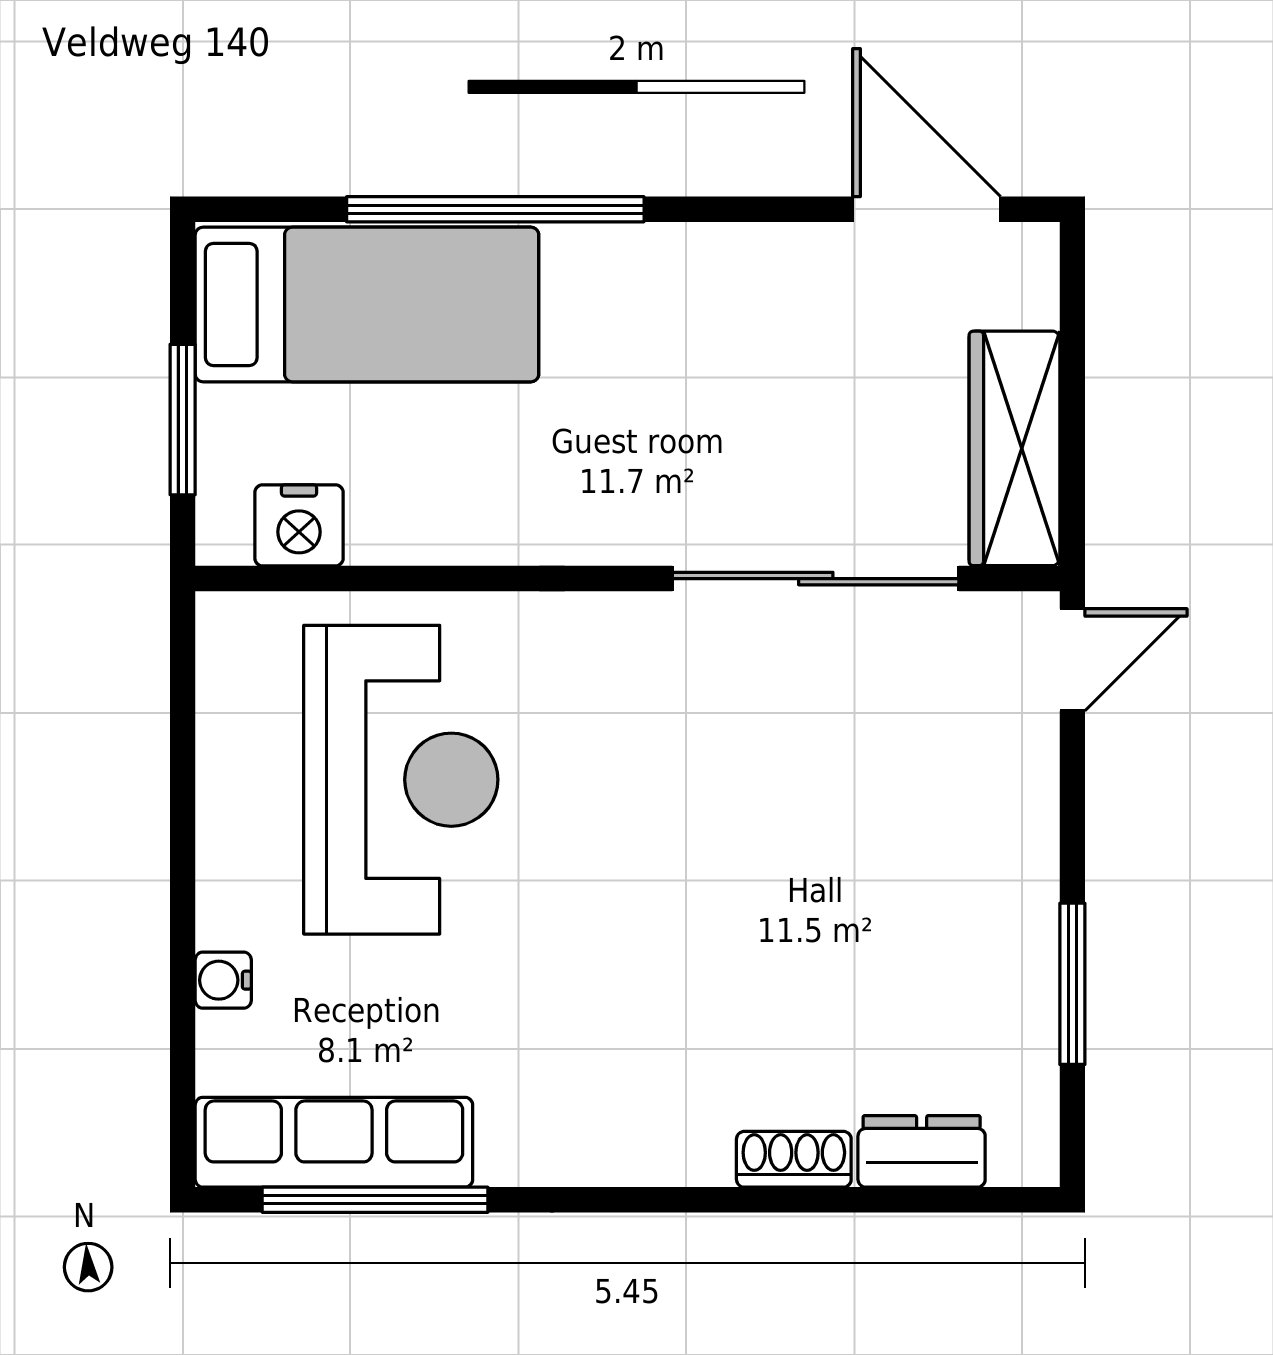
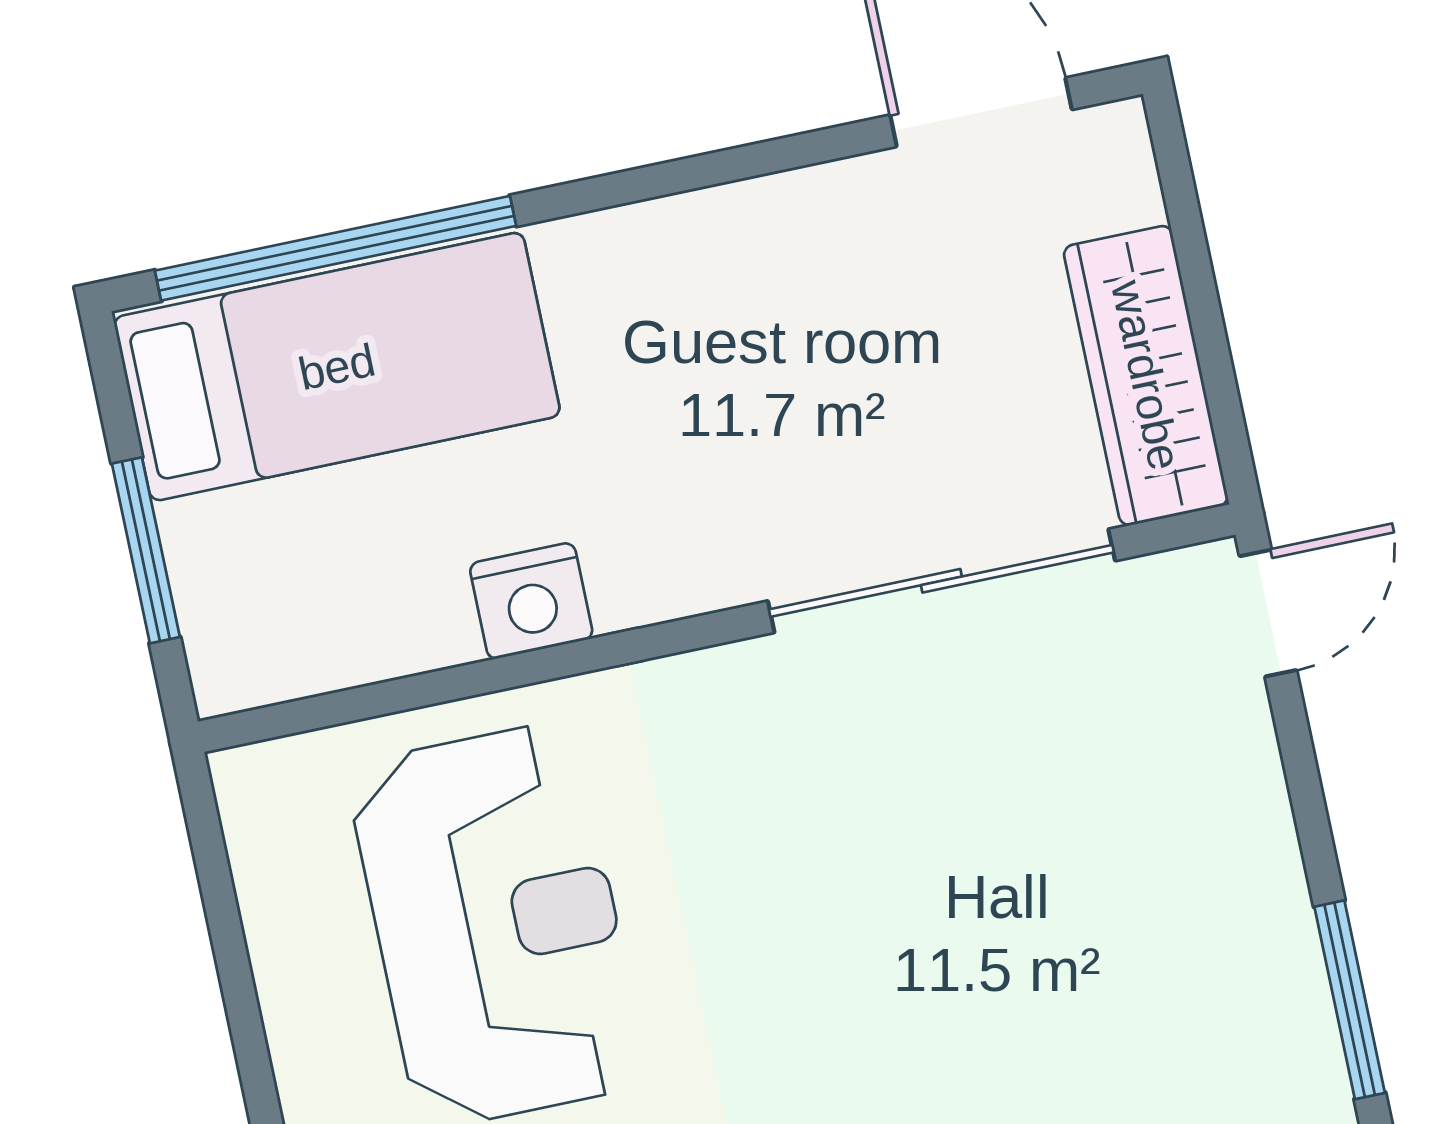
window: (495, 209) -> (336, 248), moved
nightstand: (299, 525) -> (531, 601), moved

